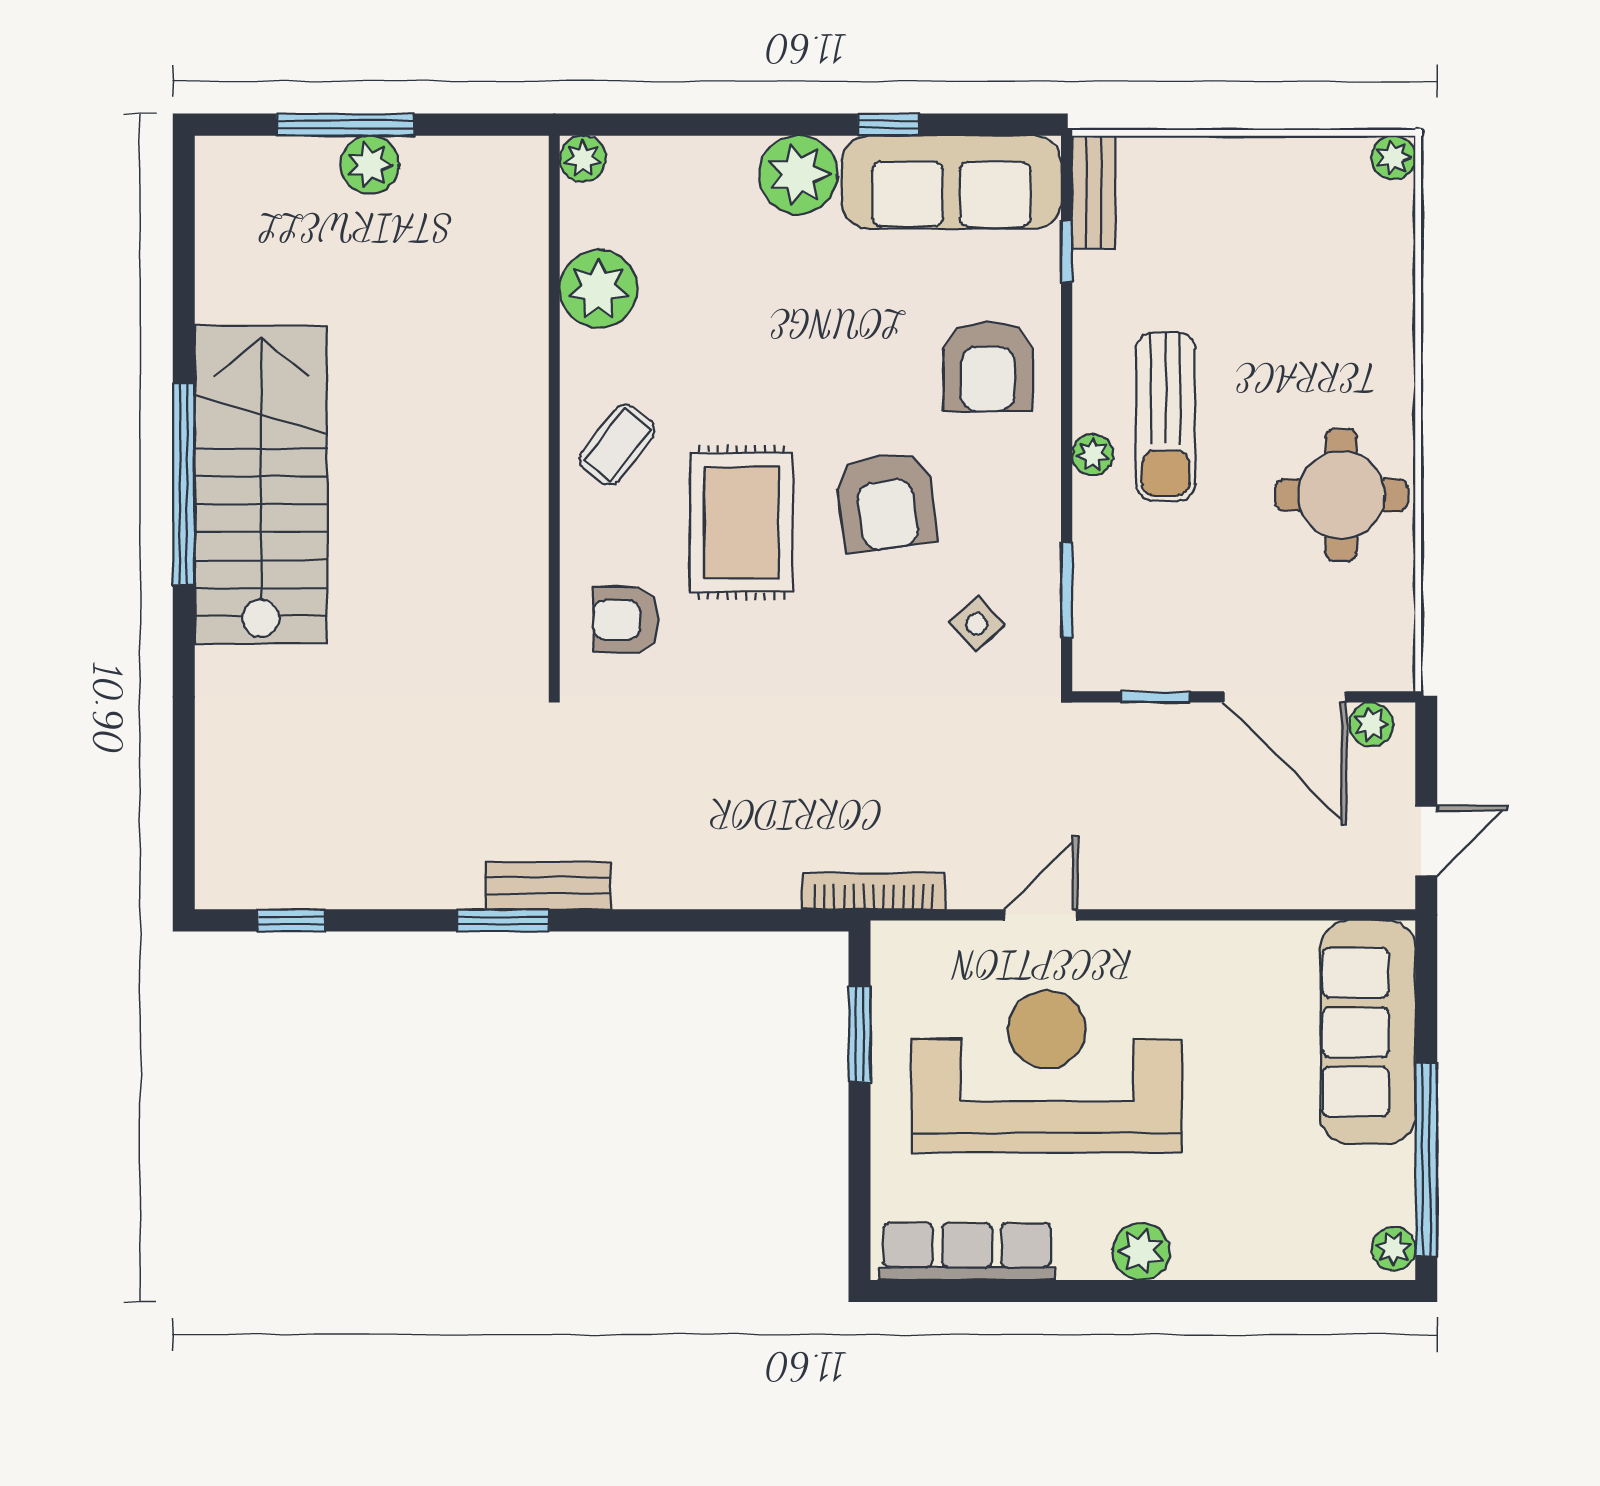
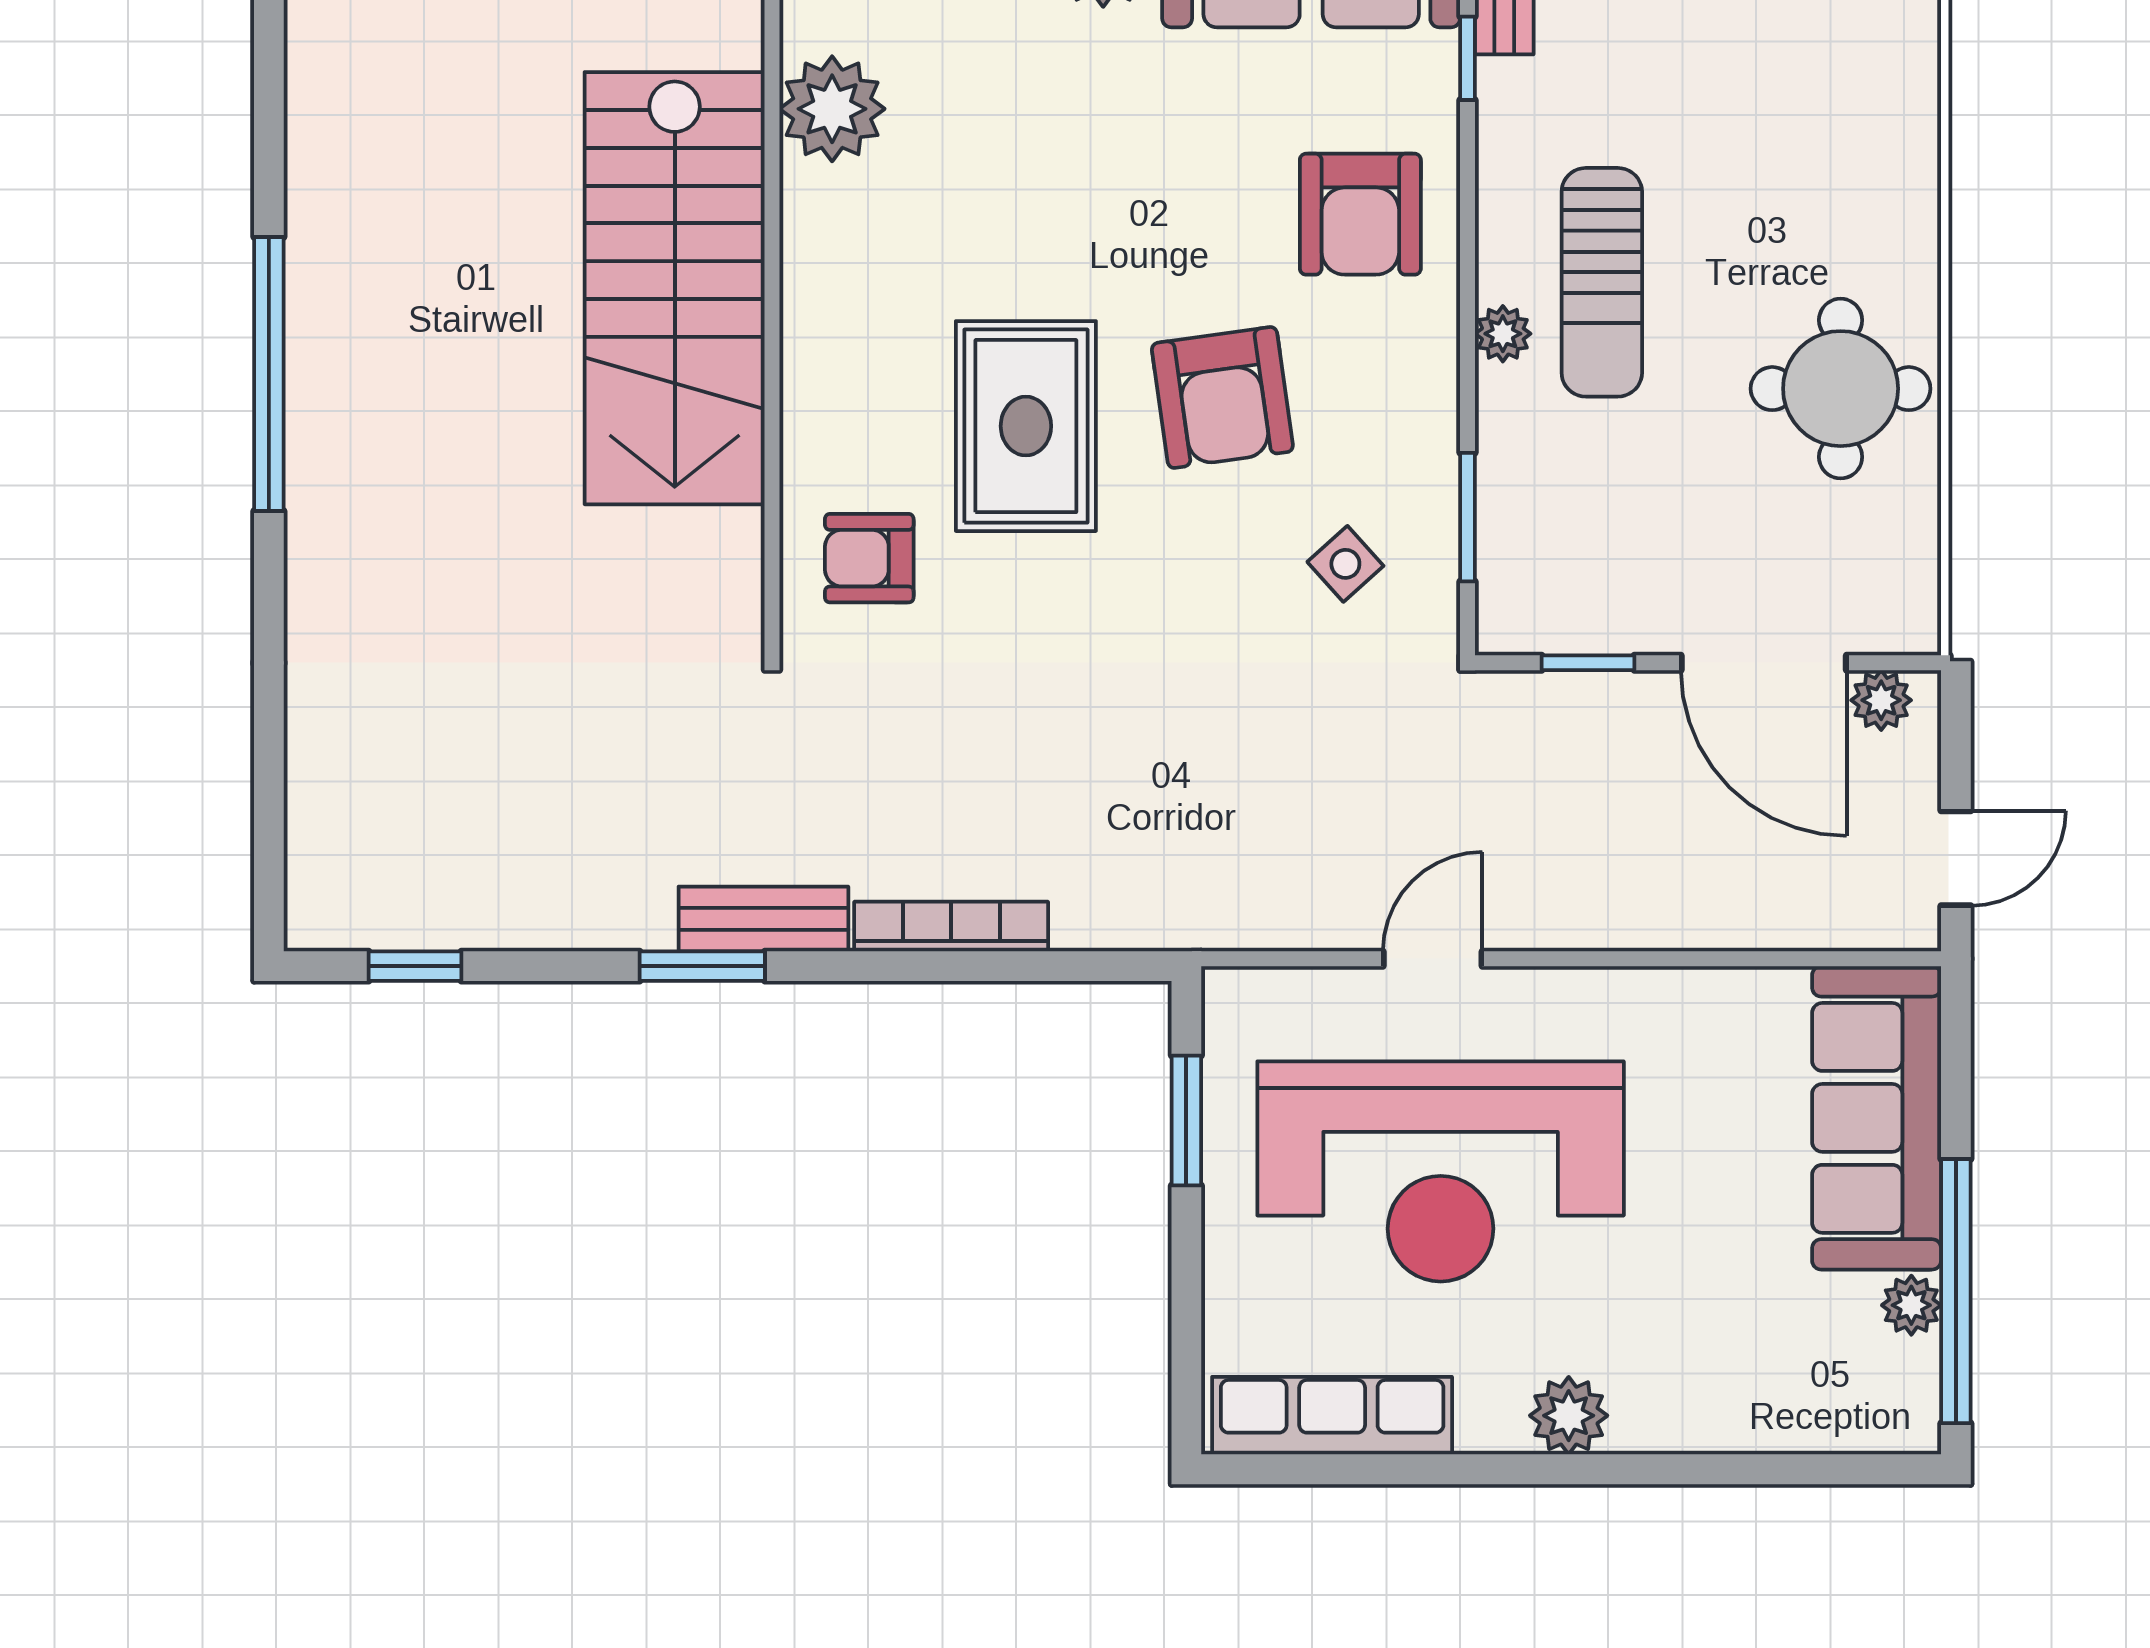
coffee table: (617, 445) -> (857, 321), removed
stairs: (261, 485) -> (675, 288), moved, turned 180
bookcase: (874, 891) -> (951, 927), moved
reception desk: (1047, 1072) -> (1441, 1171), turned 180
plant: (1394, 1249) -> (1911, 1305), moved

